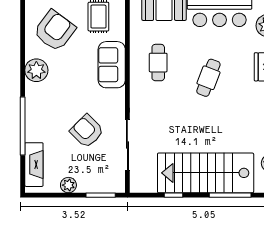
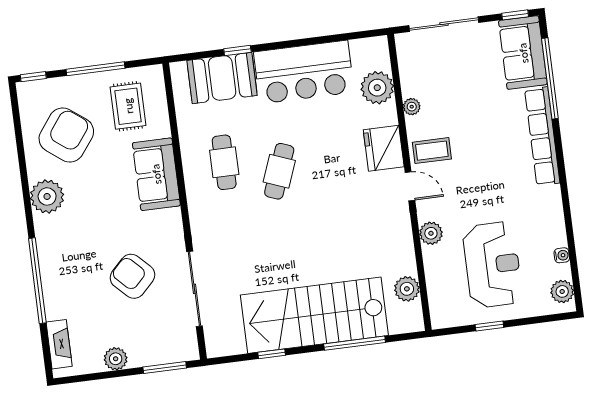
cafe table: (208, 78) -> (279, 171), moved
fireplace: (34, 165) -> (59, 344), width x0.73, depth x0.76

